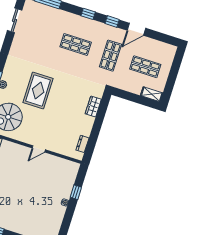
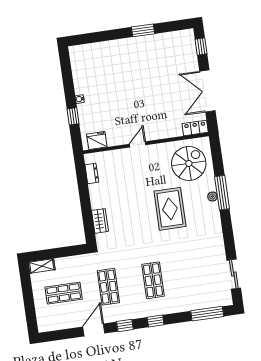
shop shelf: (76, 44) -> (153, 280), turned 90
fridge: (67, 166) -> (97, 140), added

